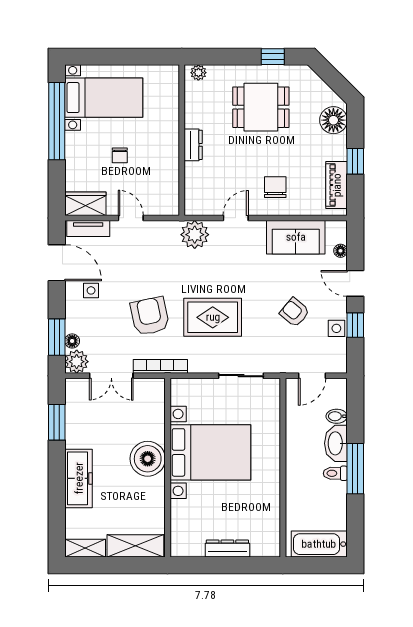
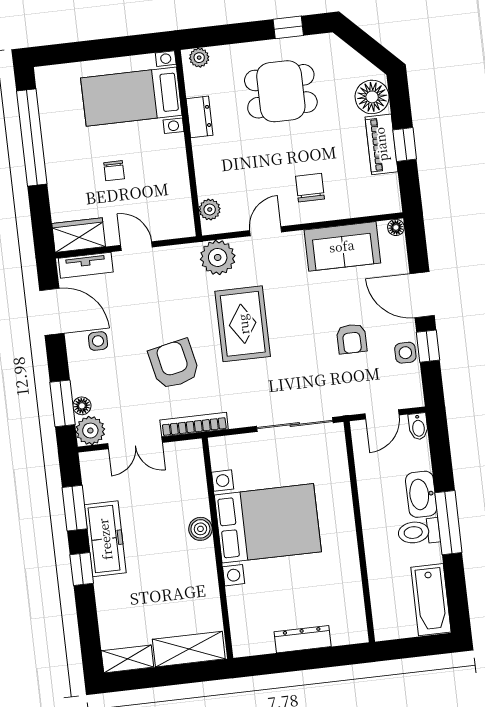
bed with nightstands: (104, 98) -> (131, 97), moved, turned 180
dresser: (193, 145) -> (199, 117), moved
piano: (337, 185) -> (381, 144), moved
plant: (193, 195) -> (210, 210), added
floor lamp: (340, 251) -> (396, 227), moved
door: (355, 283) -> (422, 295), width x1.38
armchair: (295, 312) -> (352, 339), turned -130
rug: (213, 317) -> (243, 324), moved, turned 90
sliding door: (241, 376) -> (295, 425), width x1.37
bidet: (337, 416) -> (418, 426), moved, turned -90
boiler: (148, 459) -> (200, 529), width x0.54, depth x0.54
window: (57, 472) -> (82, 569), added
toilet: (335, 473) -> (419, 532), width x1.37, depth x1.39
freezer: (79, 478) -> (105, 539), moved
bathtub: (319, 544) -> (431, 600), moved, turned -90

